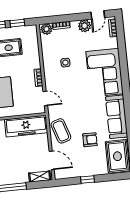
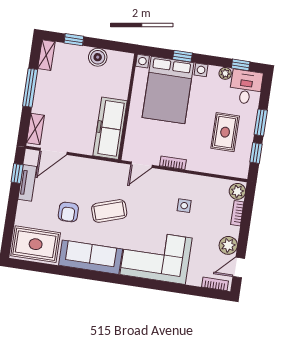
door: (98, 15) -> (239, 268), hinge flipped
coffee table: (61, 131) -> (109, 211), moved
tv unit: (77, 173) -> (27, 183), added
window: (87, 180) -> (17, 174), moved

